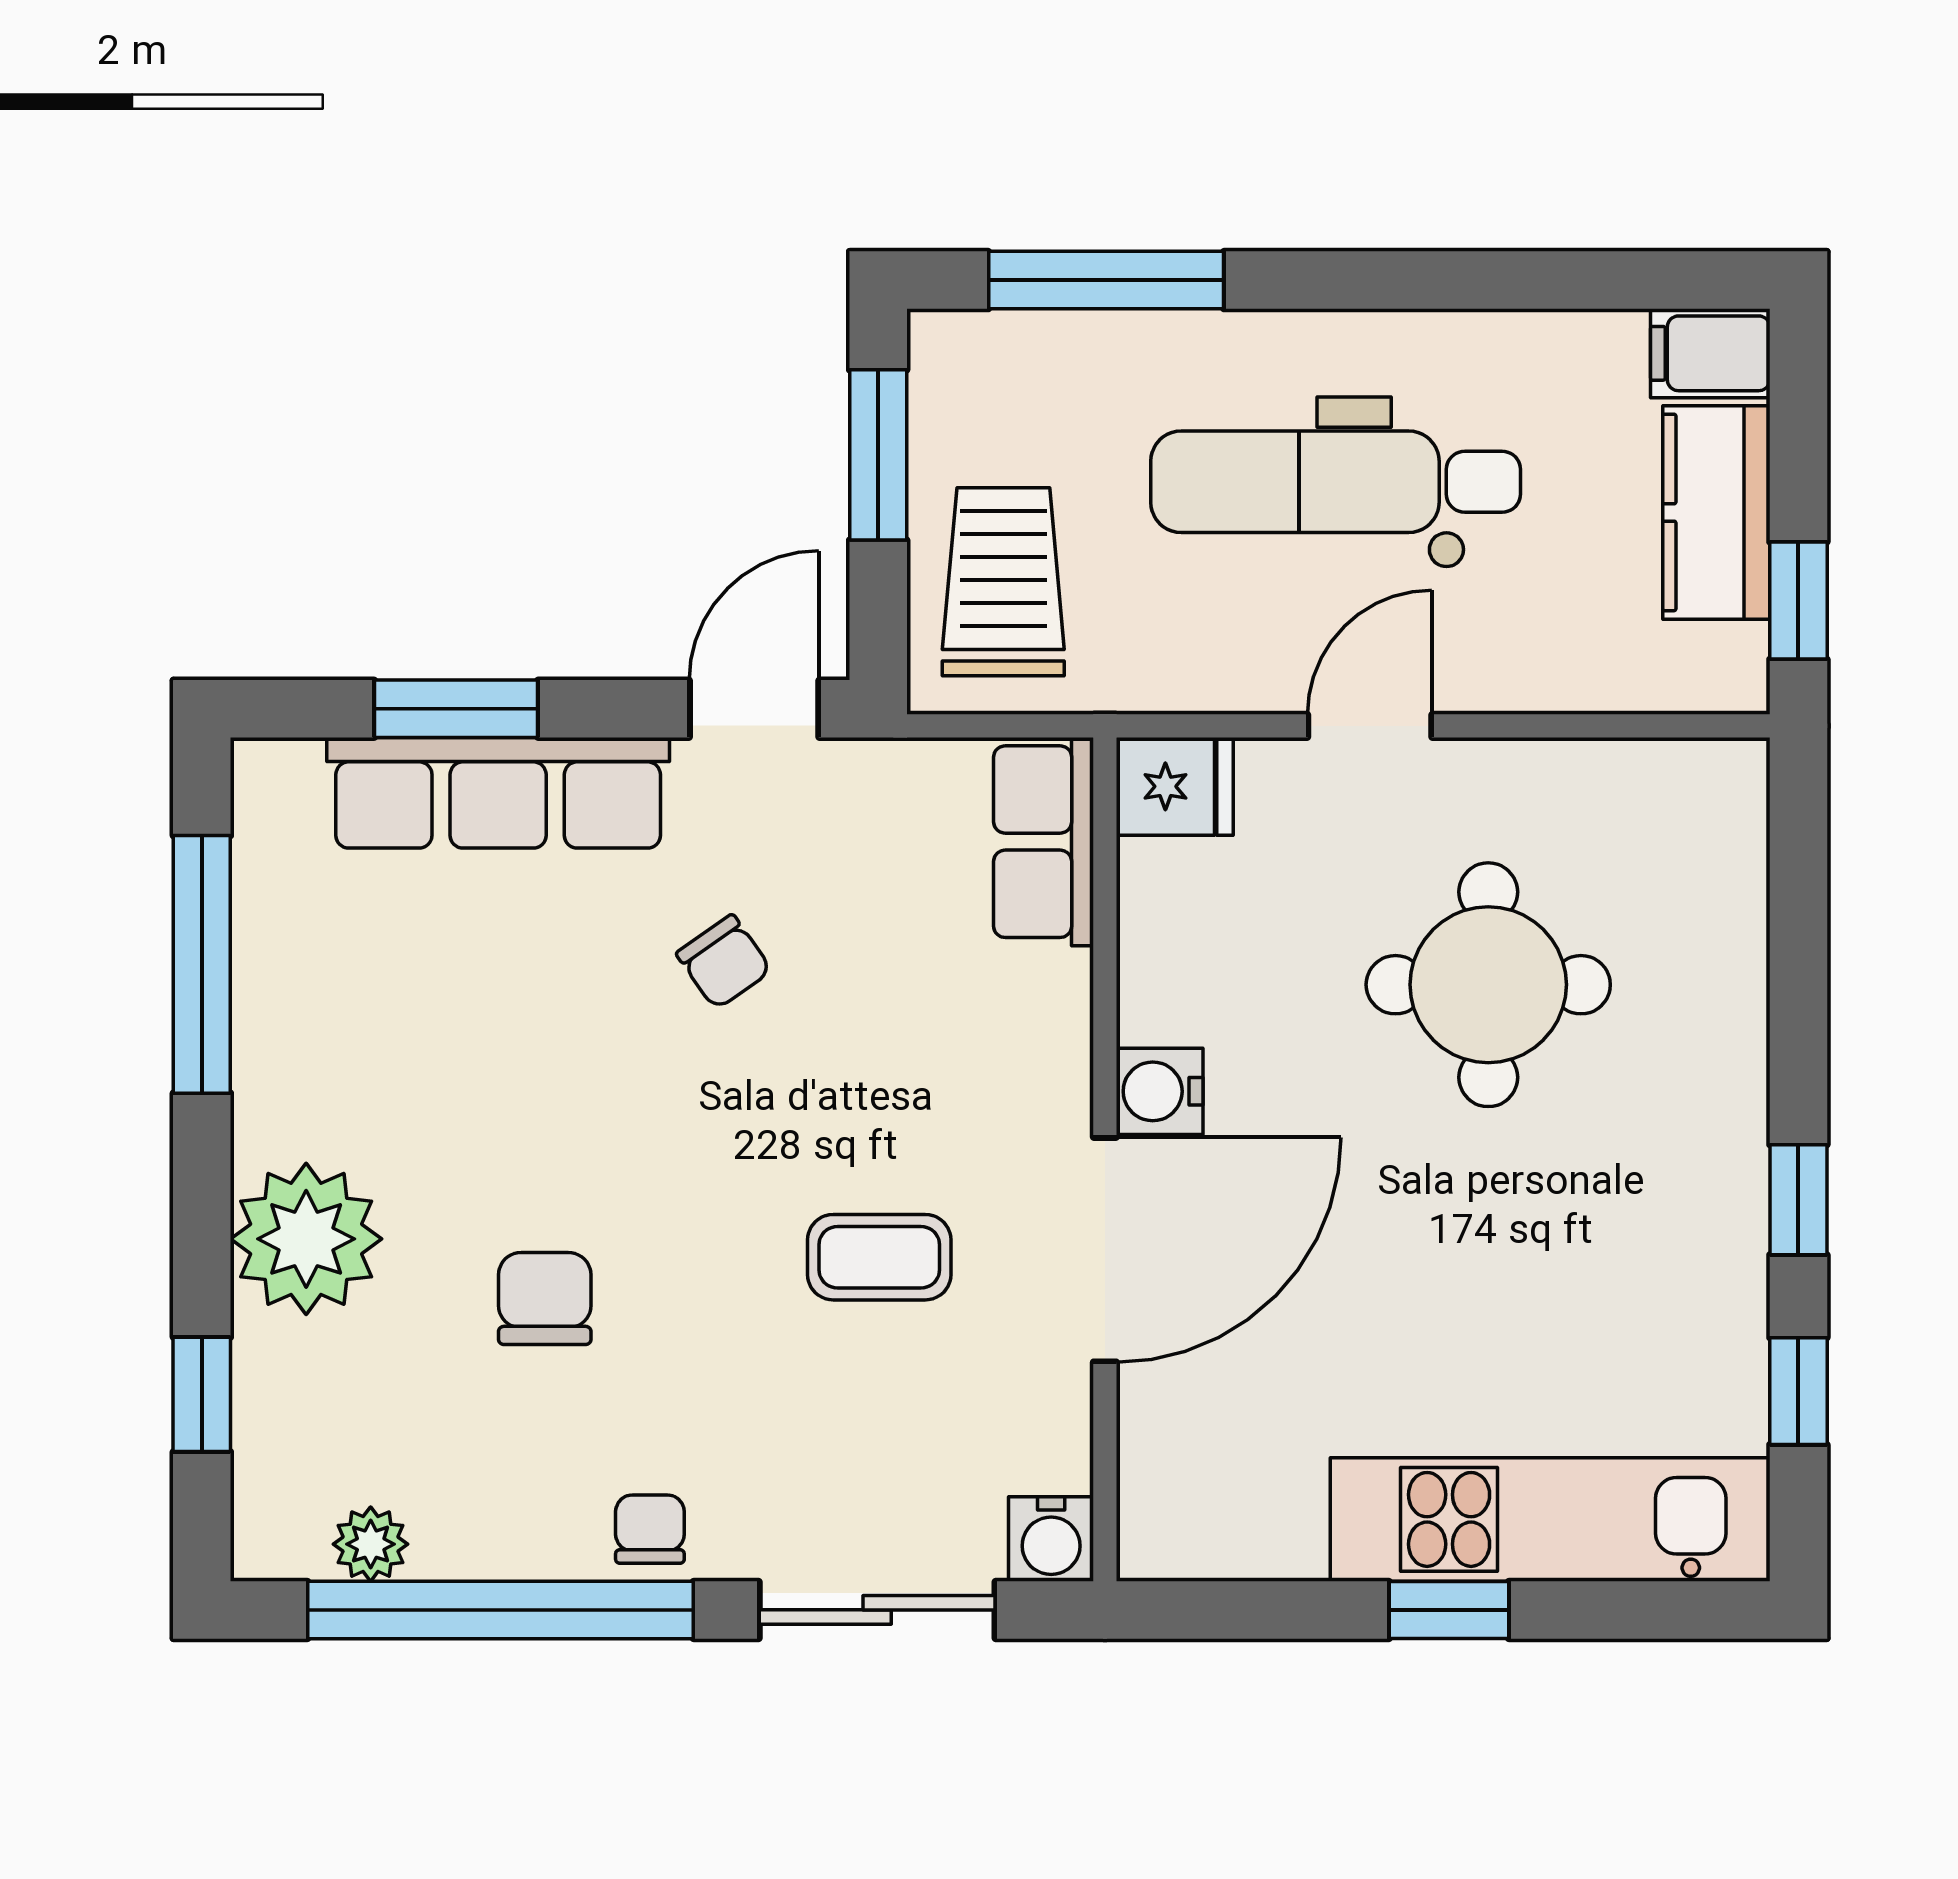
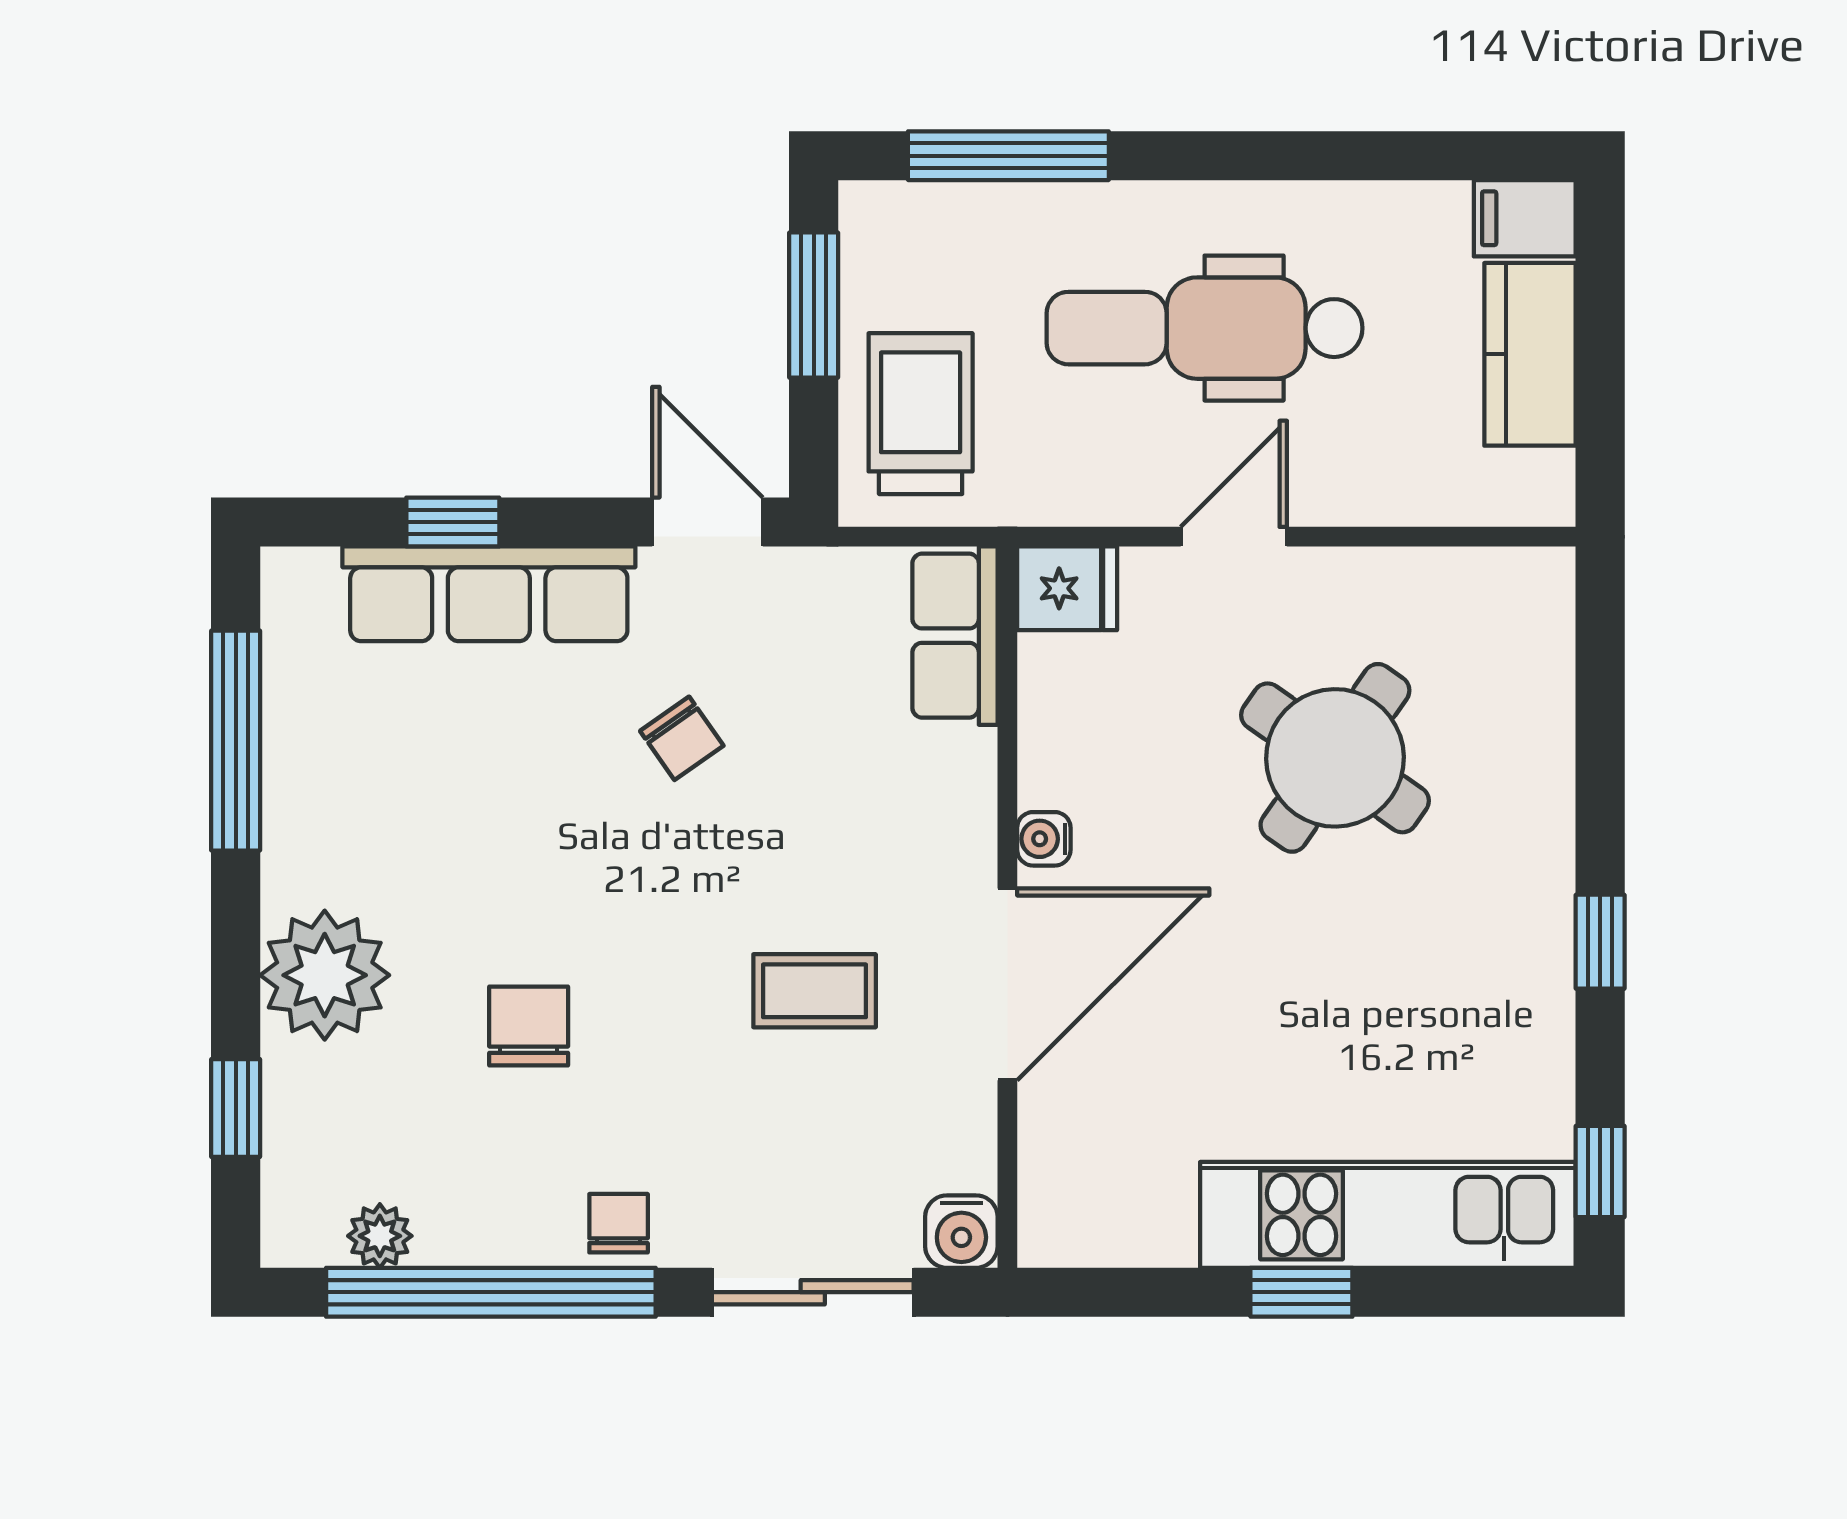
window: (1798, 601) -> (1600, 430), removed
window: (456, 709) -> (453, 522), width x0.67
door: (754, 709) -> (708, 522), hinge flipped
round table: (1488, 985) -> (1335, 758), turned 35
water cooler: (1160, 1091) -> (1044, 839), width x0.72, depth x0.72
window: (1798, 1391) -> (1600, 1172), moved

